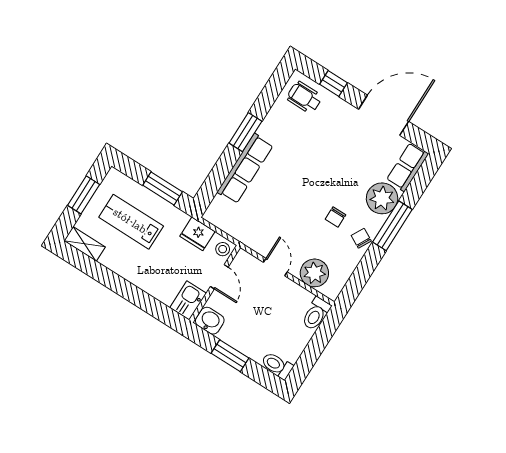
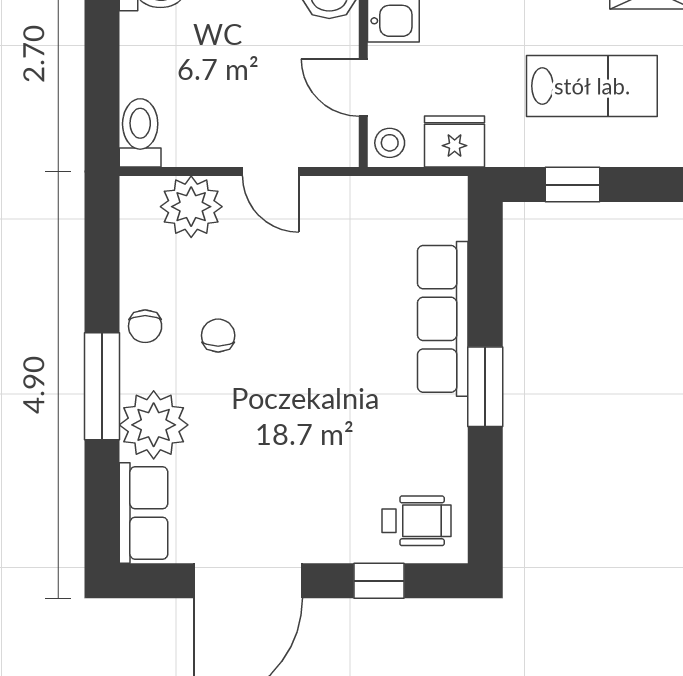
window: (163, 189) -> (572, 185), width x0.67
chair: (361, 238) -> (145, 326), turned 62

